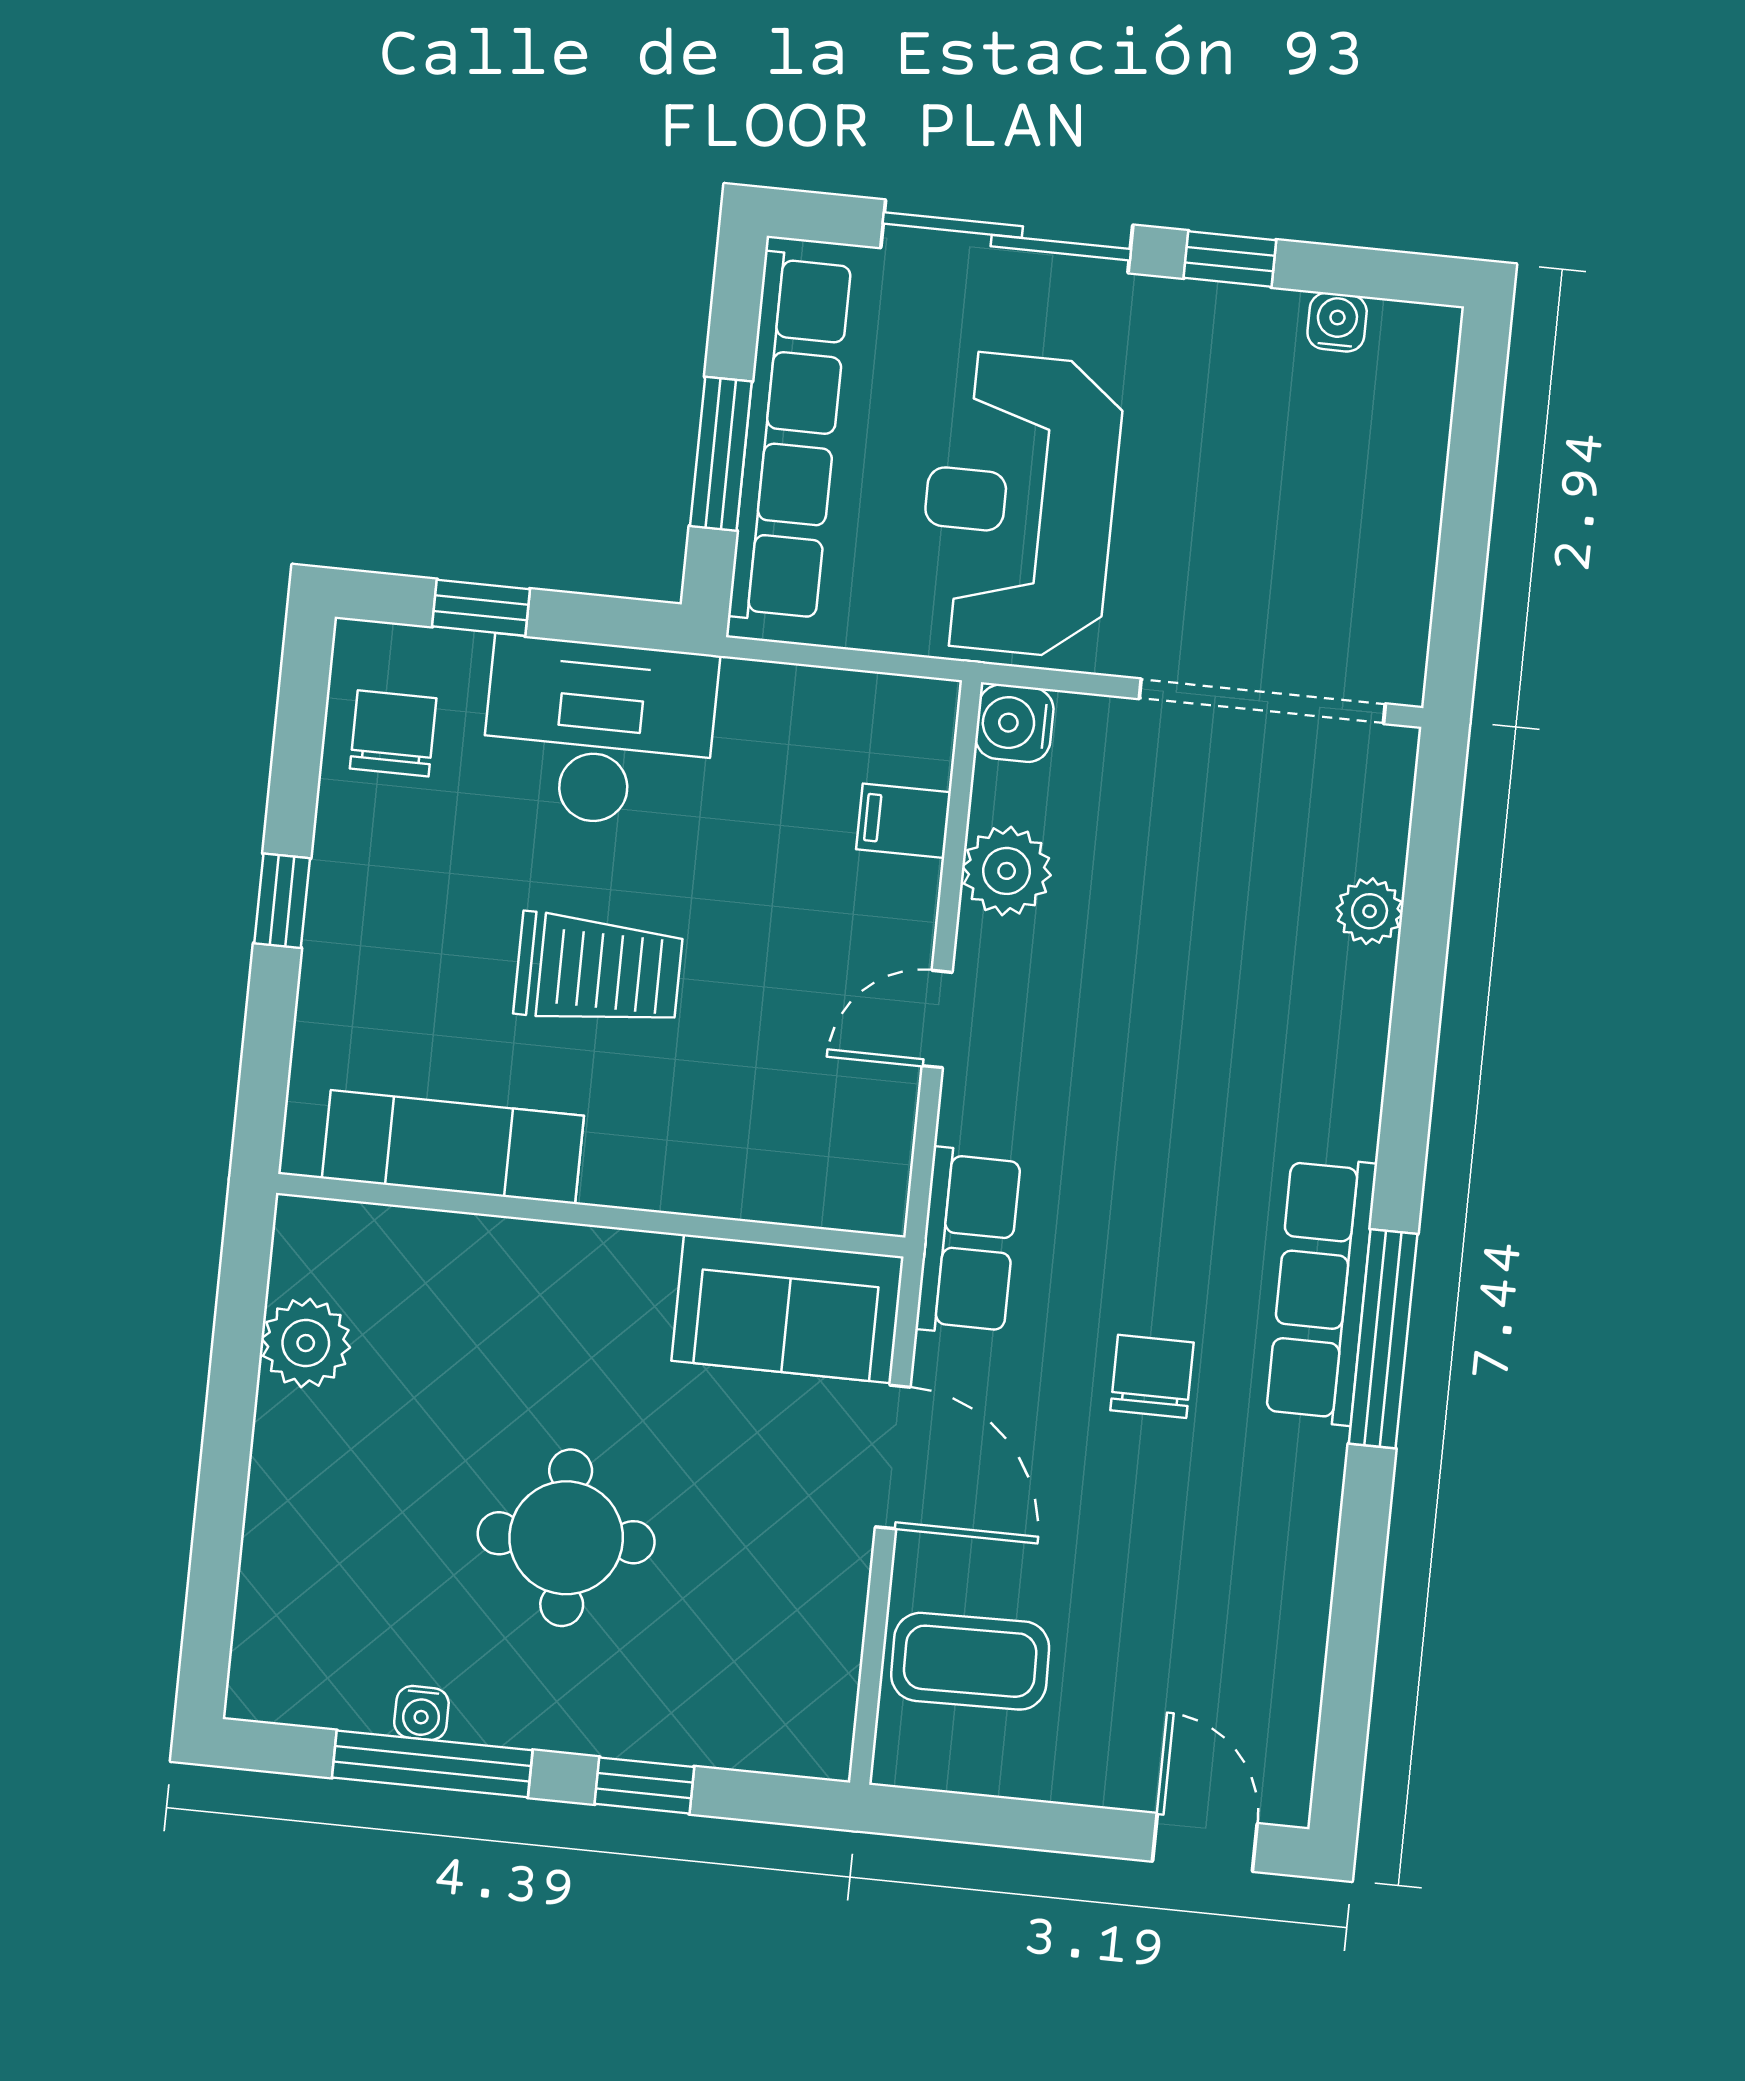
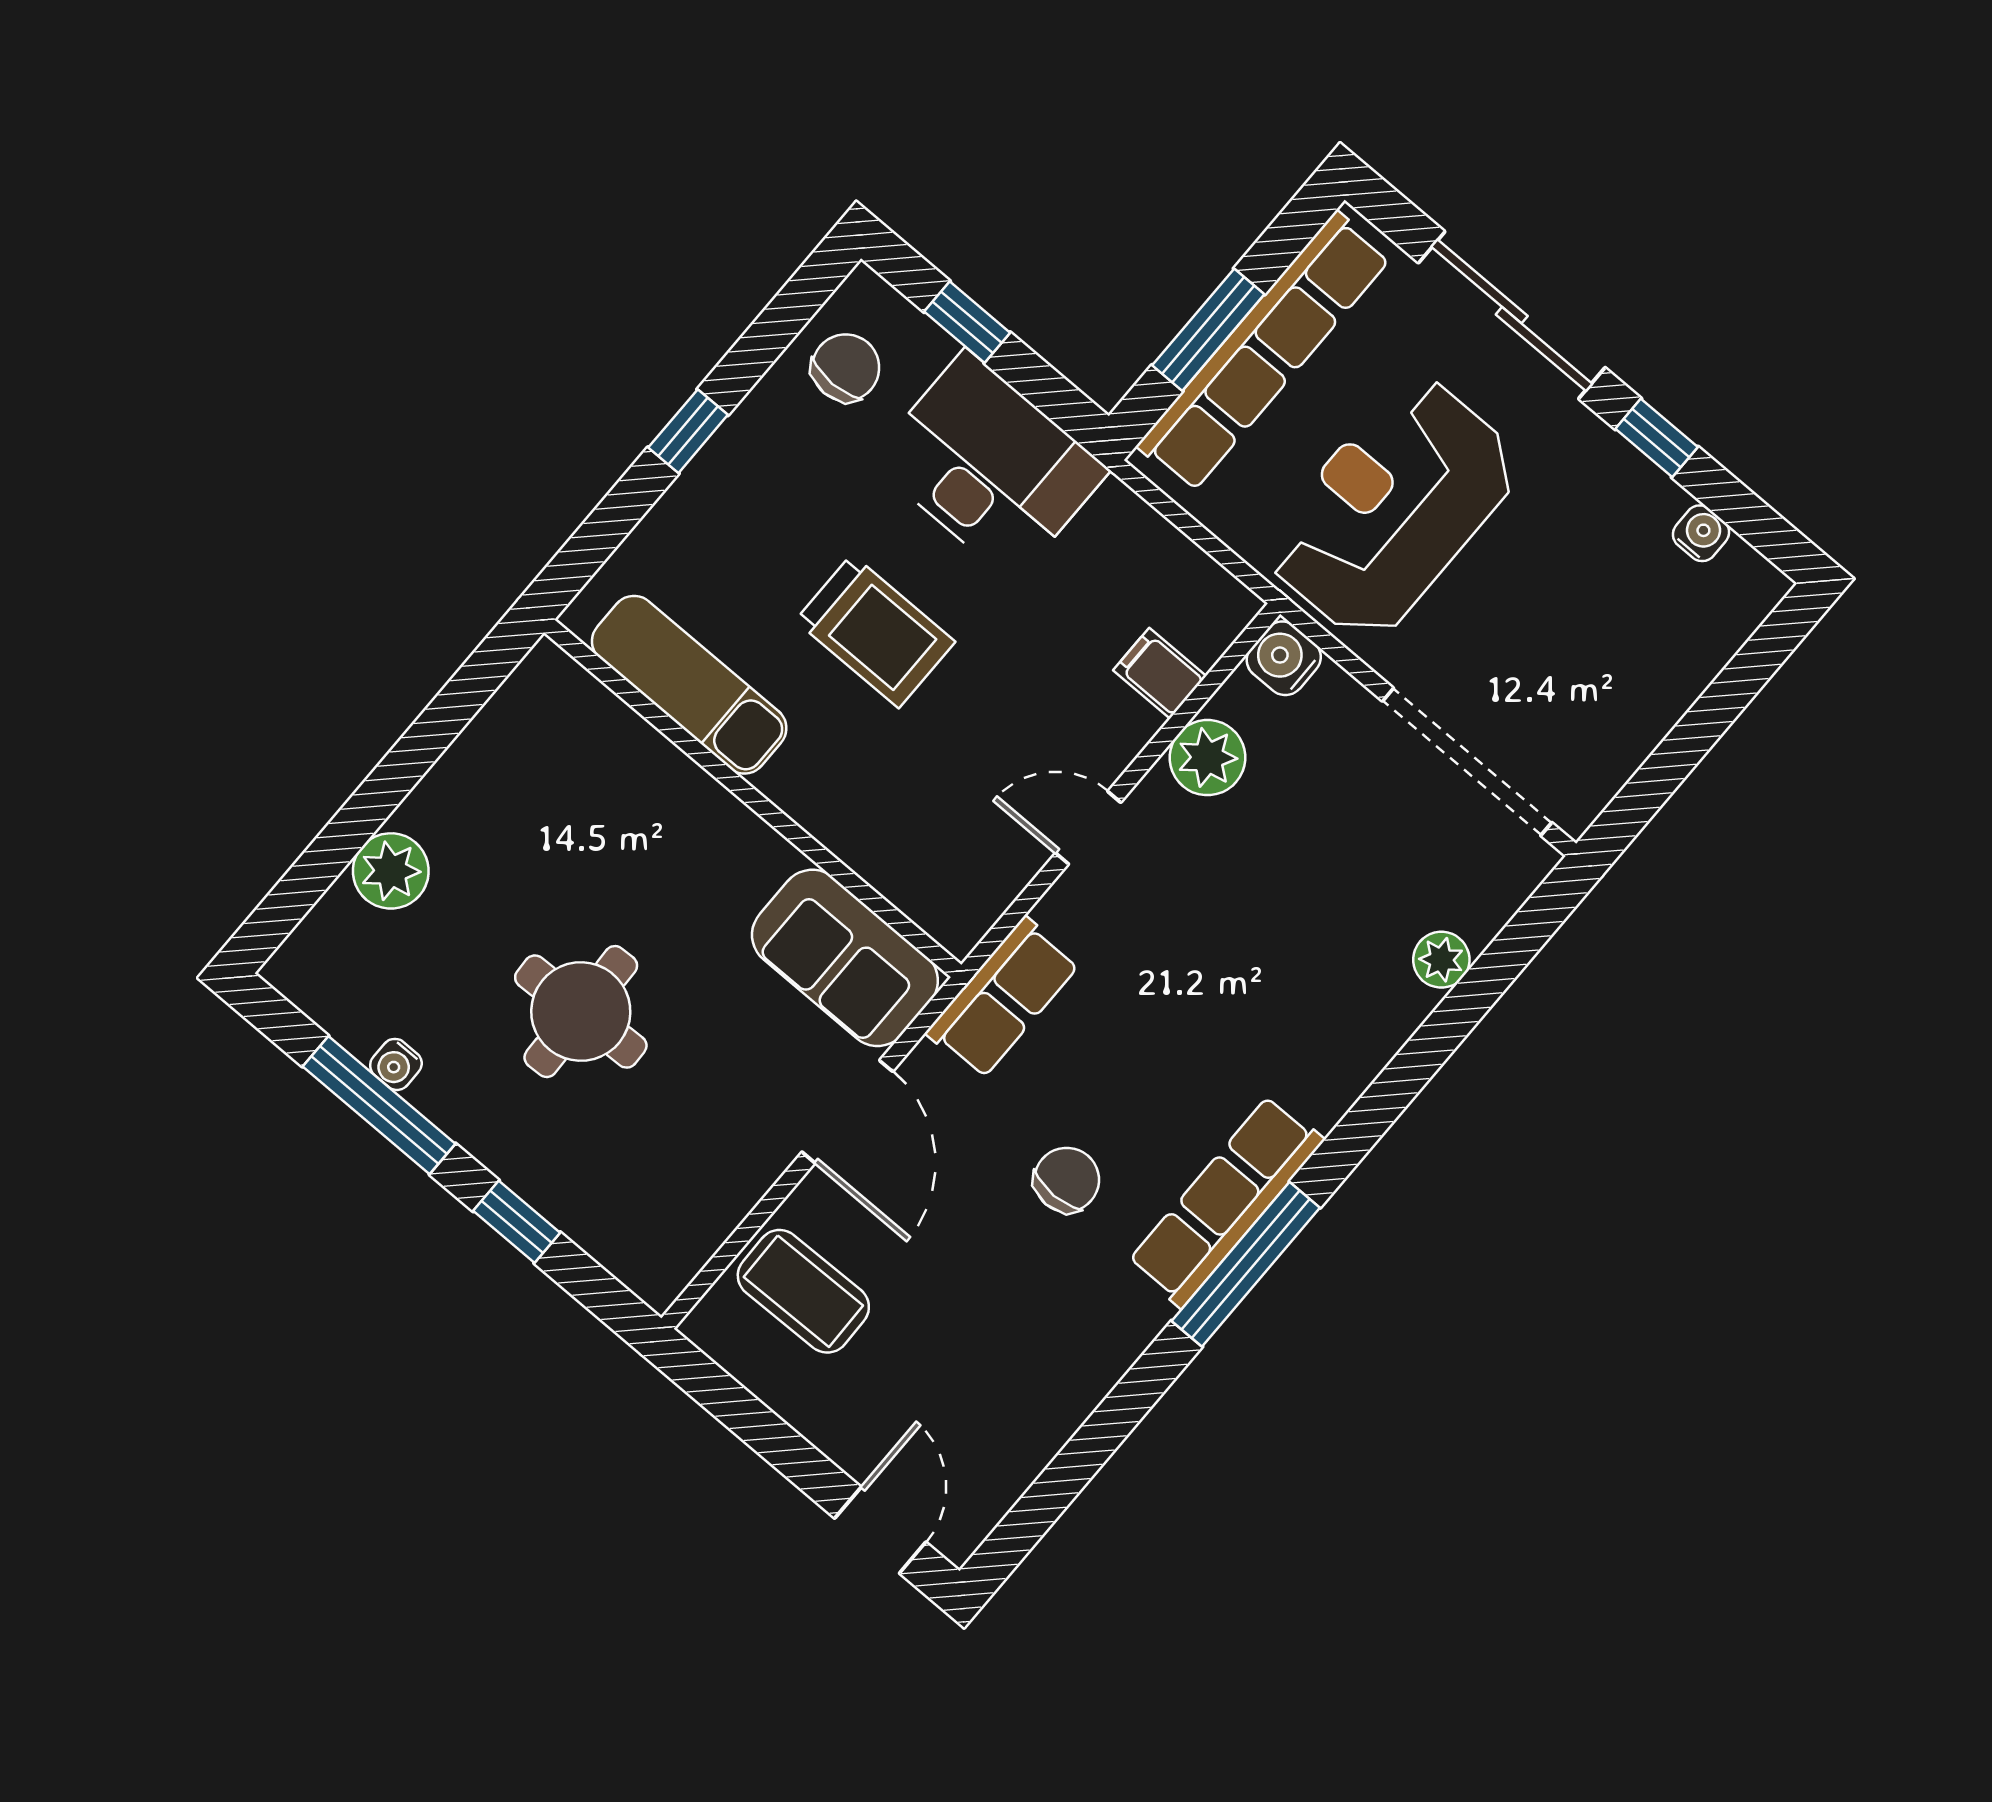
plant: (306, 1343) -> (391, 871), moved

